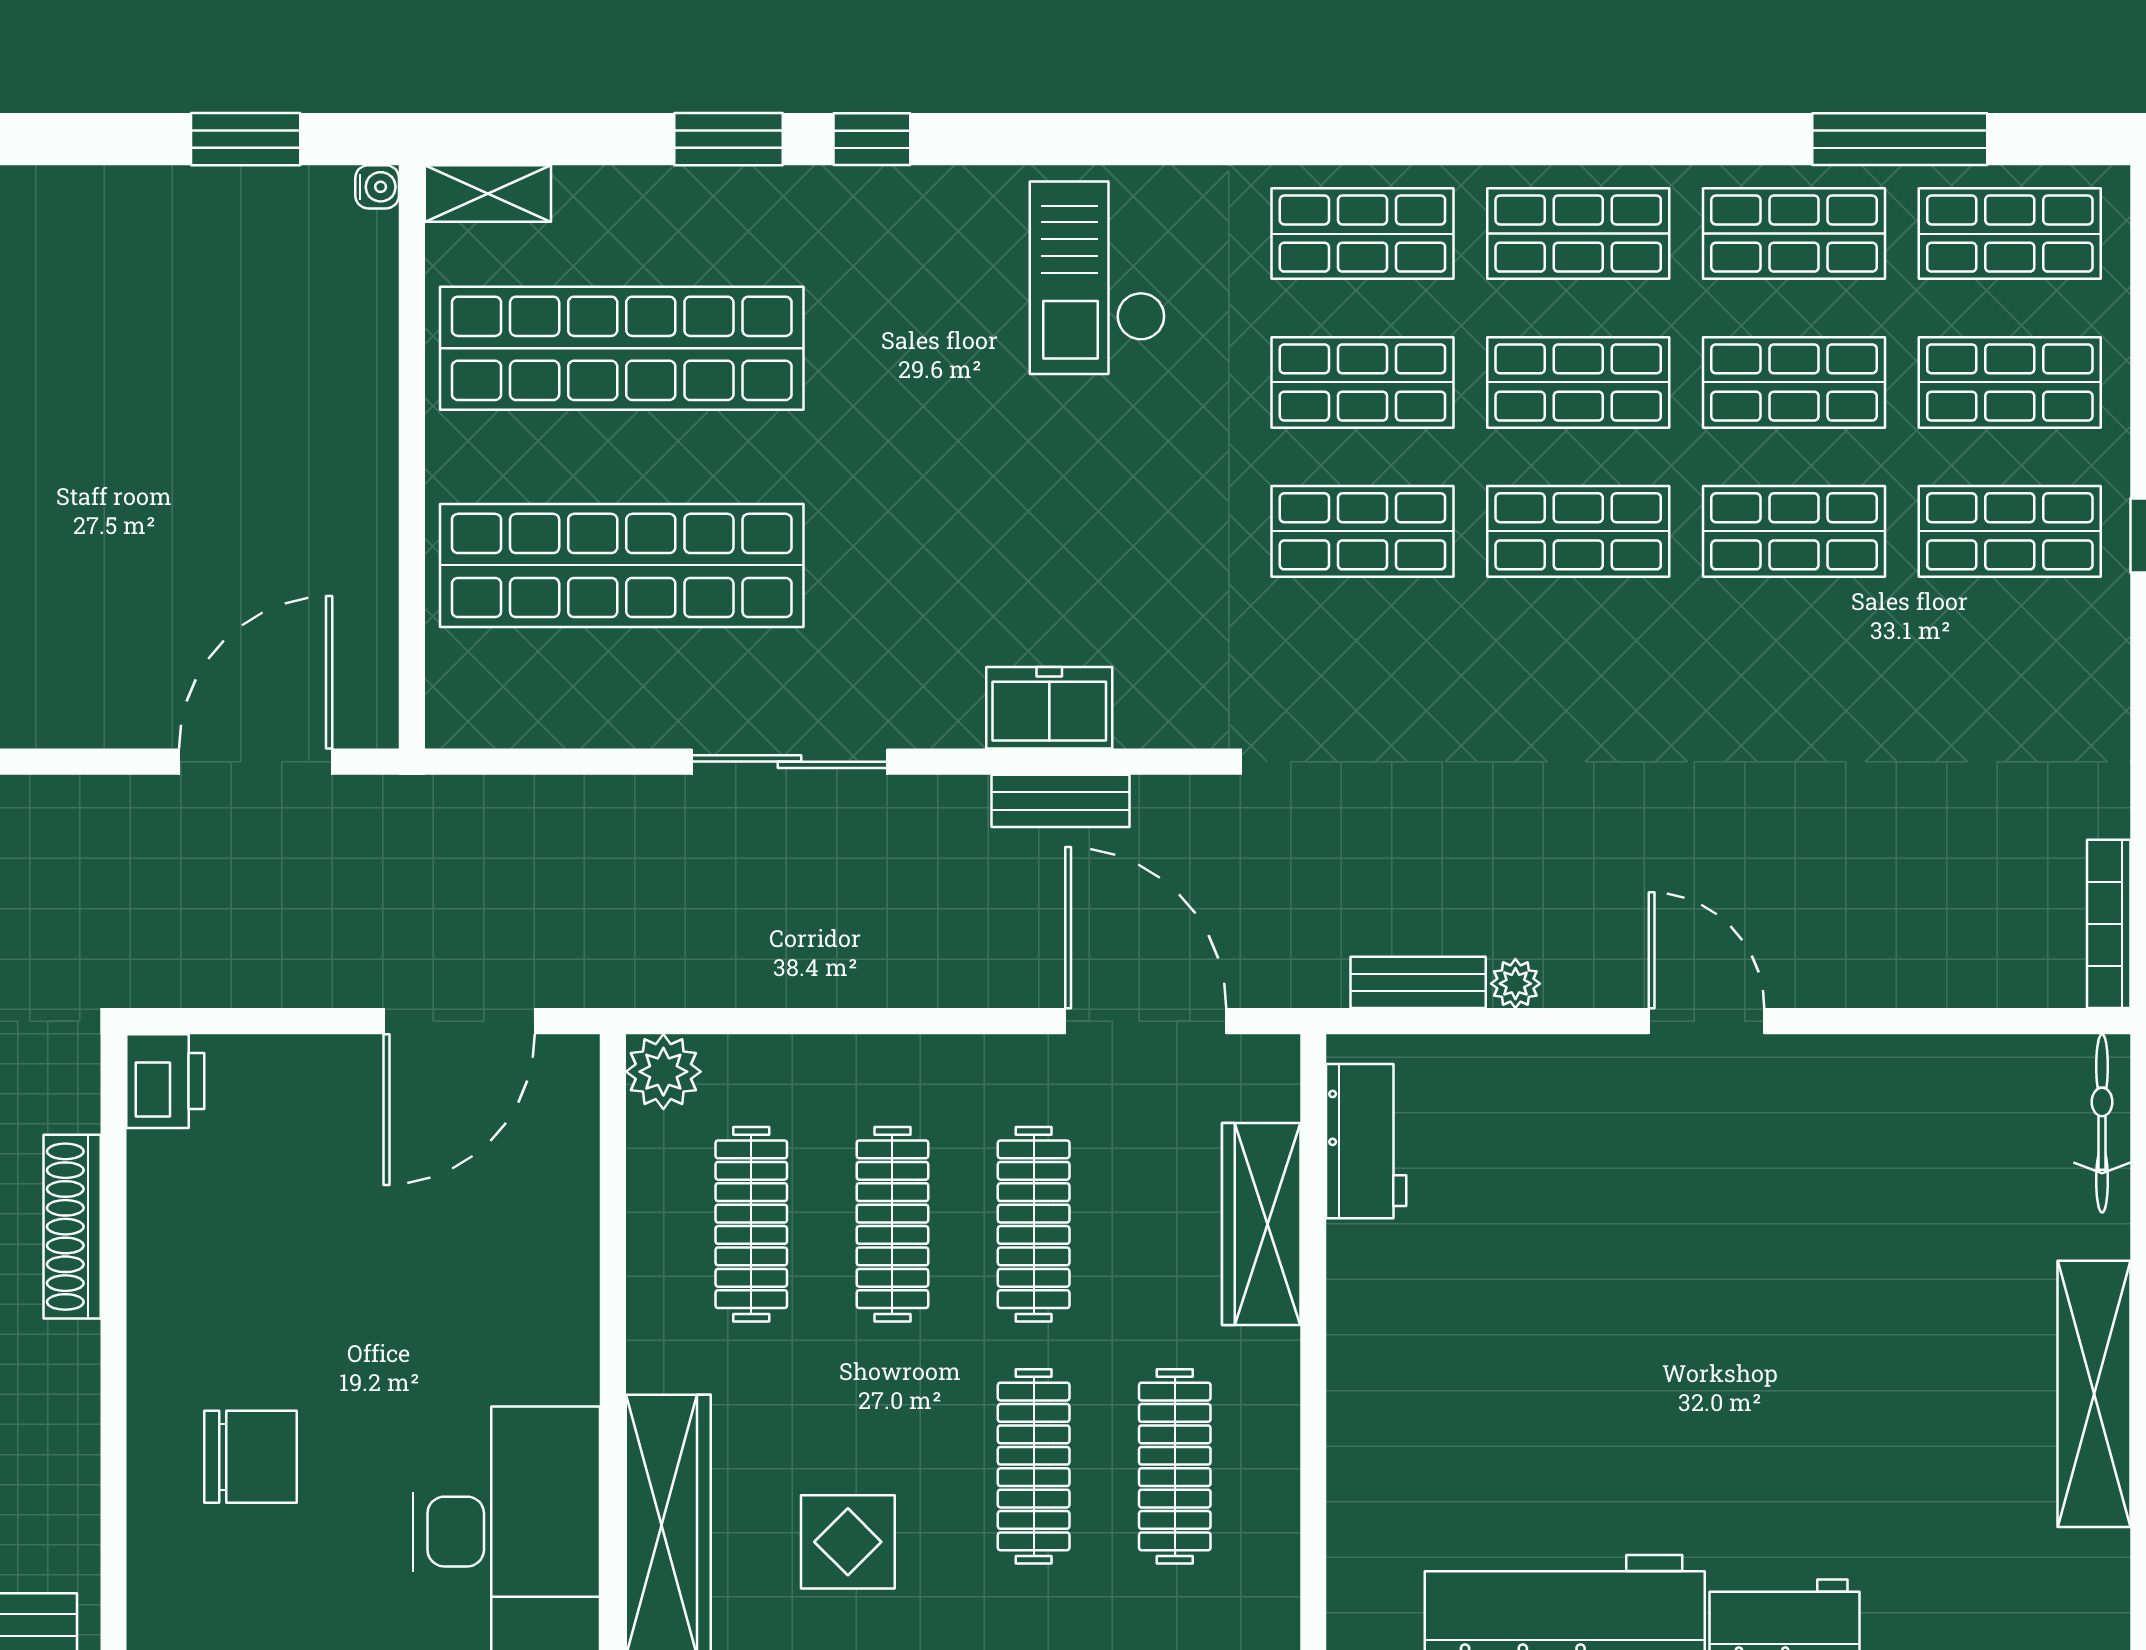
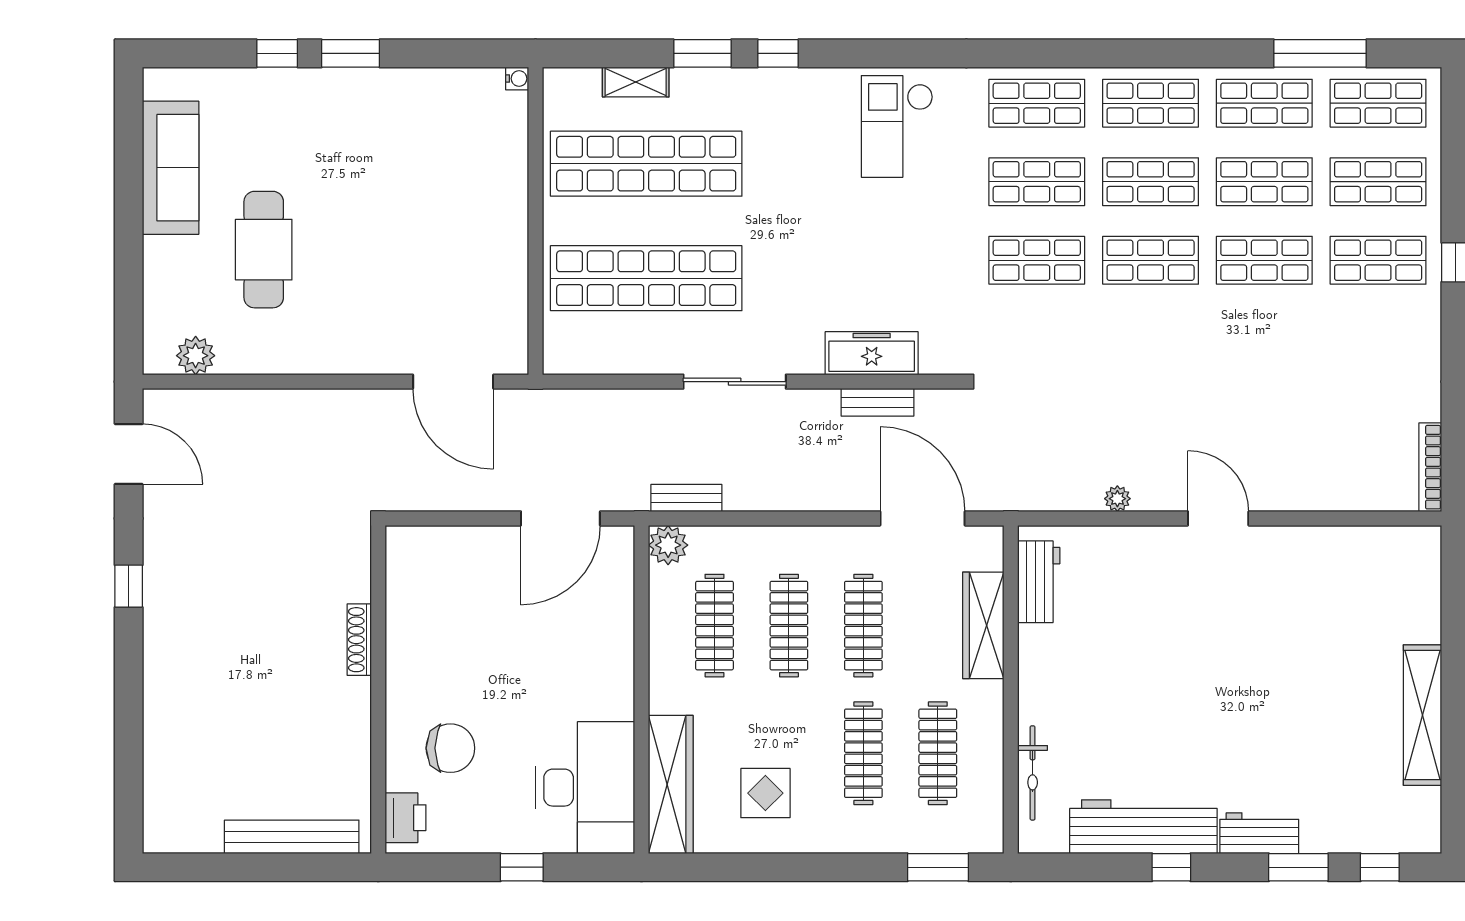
window: (246, 139) -> (351, 53), moved
shelving: (488, 193) -> (636, 82), moved
freezer: (1049, 708) -> (872, 353), width x1.40
door: (256, 762) -> (453, 382), swing flipped
bench: (1418, 982) -> (686, 498), moved
printer: (165, 1081) -> (406, 818), moved
bicycle: (2102, 1123) -> (1033, 773), moved, turned 180
shoe rack: (72, 1227) -> (359, 640), width x0.74, depth x0.81

